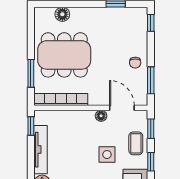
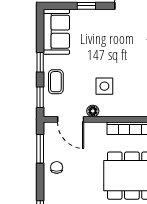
side table: (107, 155) -> (104, 86), moved

